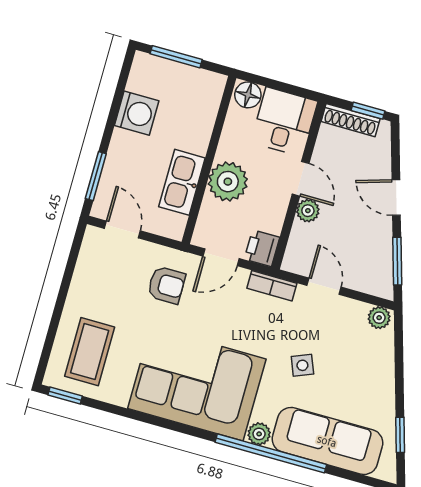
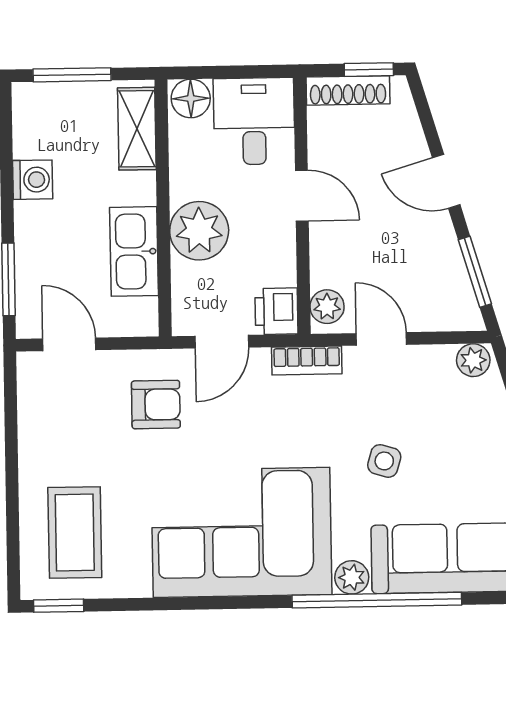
shelving: (207, 104) -> (137, 129), added
washing machine: (137, 113) -> (33, 180), width x0.73, depth x0.73
plant: (308, 211) -> (327, 307), moved
side table: (302, 365) -> (384, 461), turned 38

